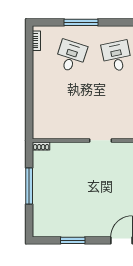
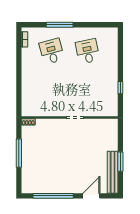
desk: (71, 56) -> (52, 51), turned -33
window: (73, 240) -> (53, 196), width x2.11

